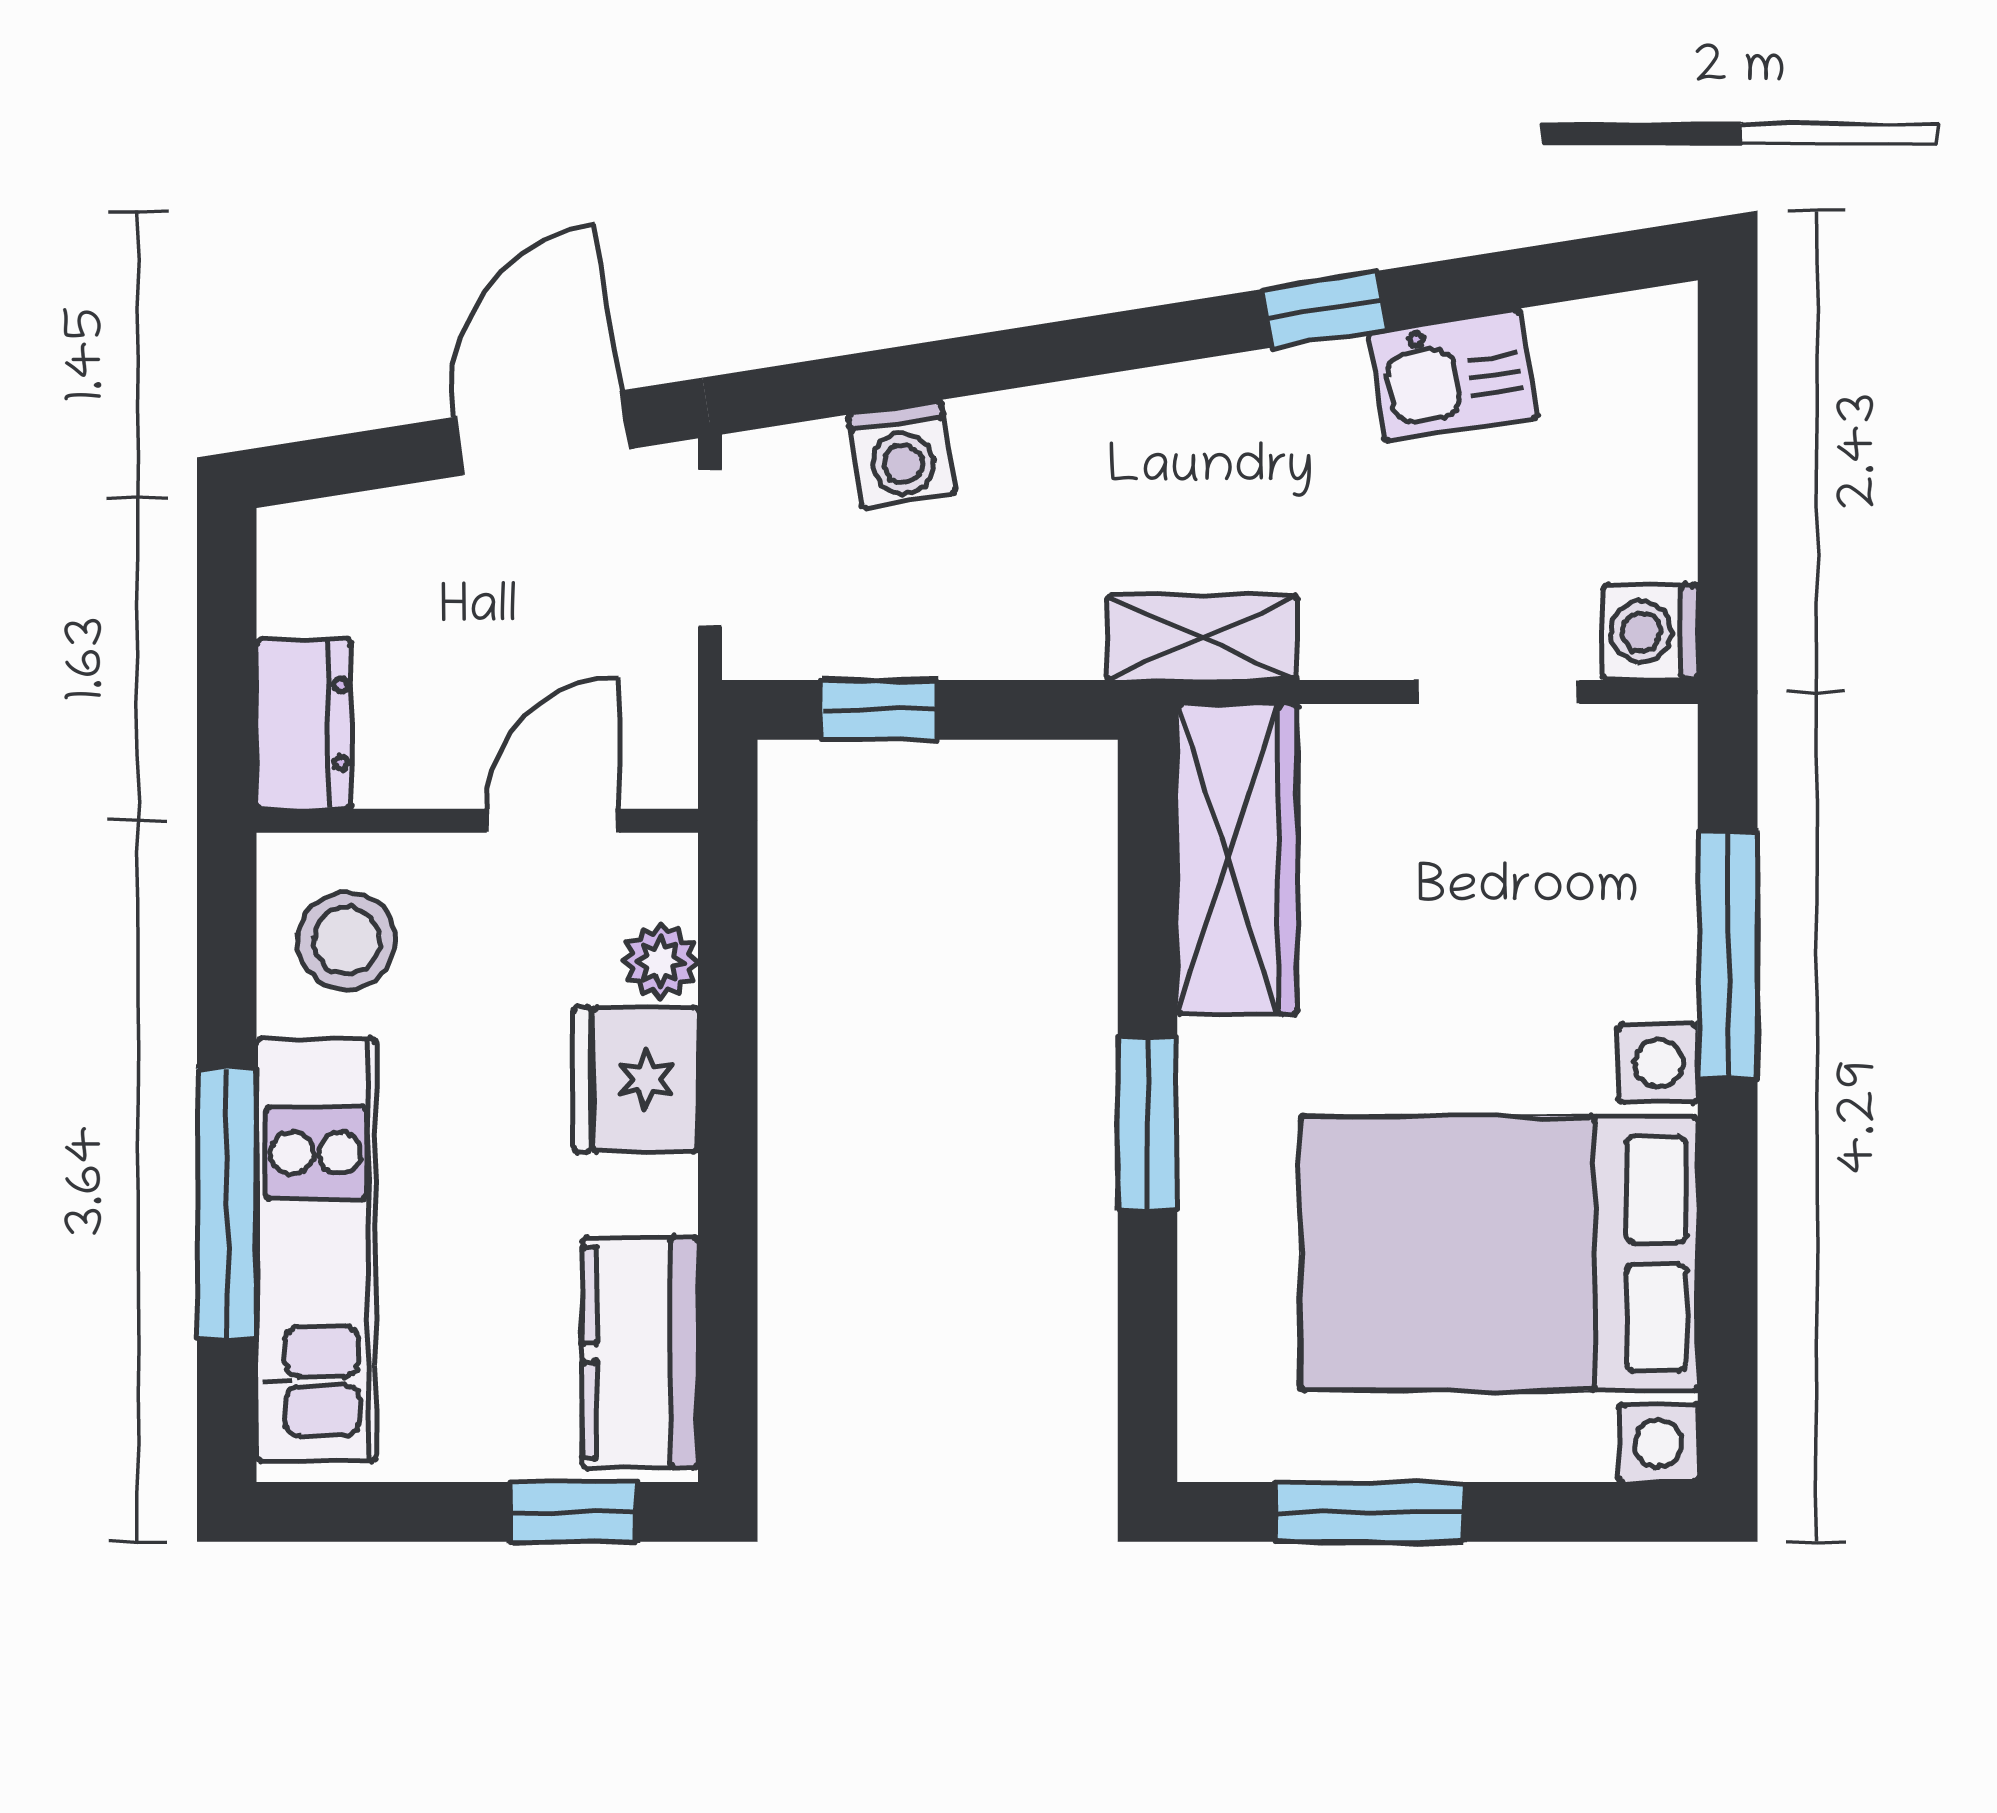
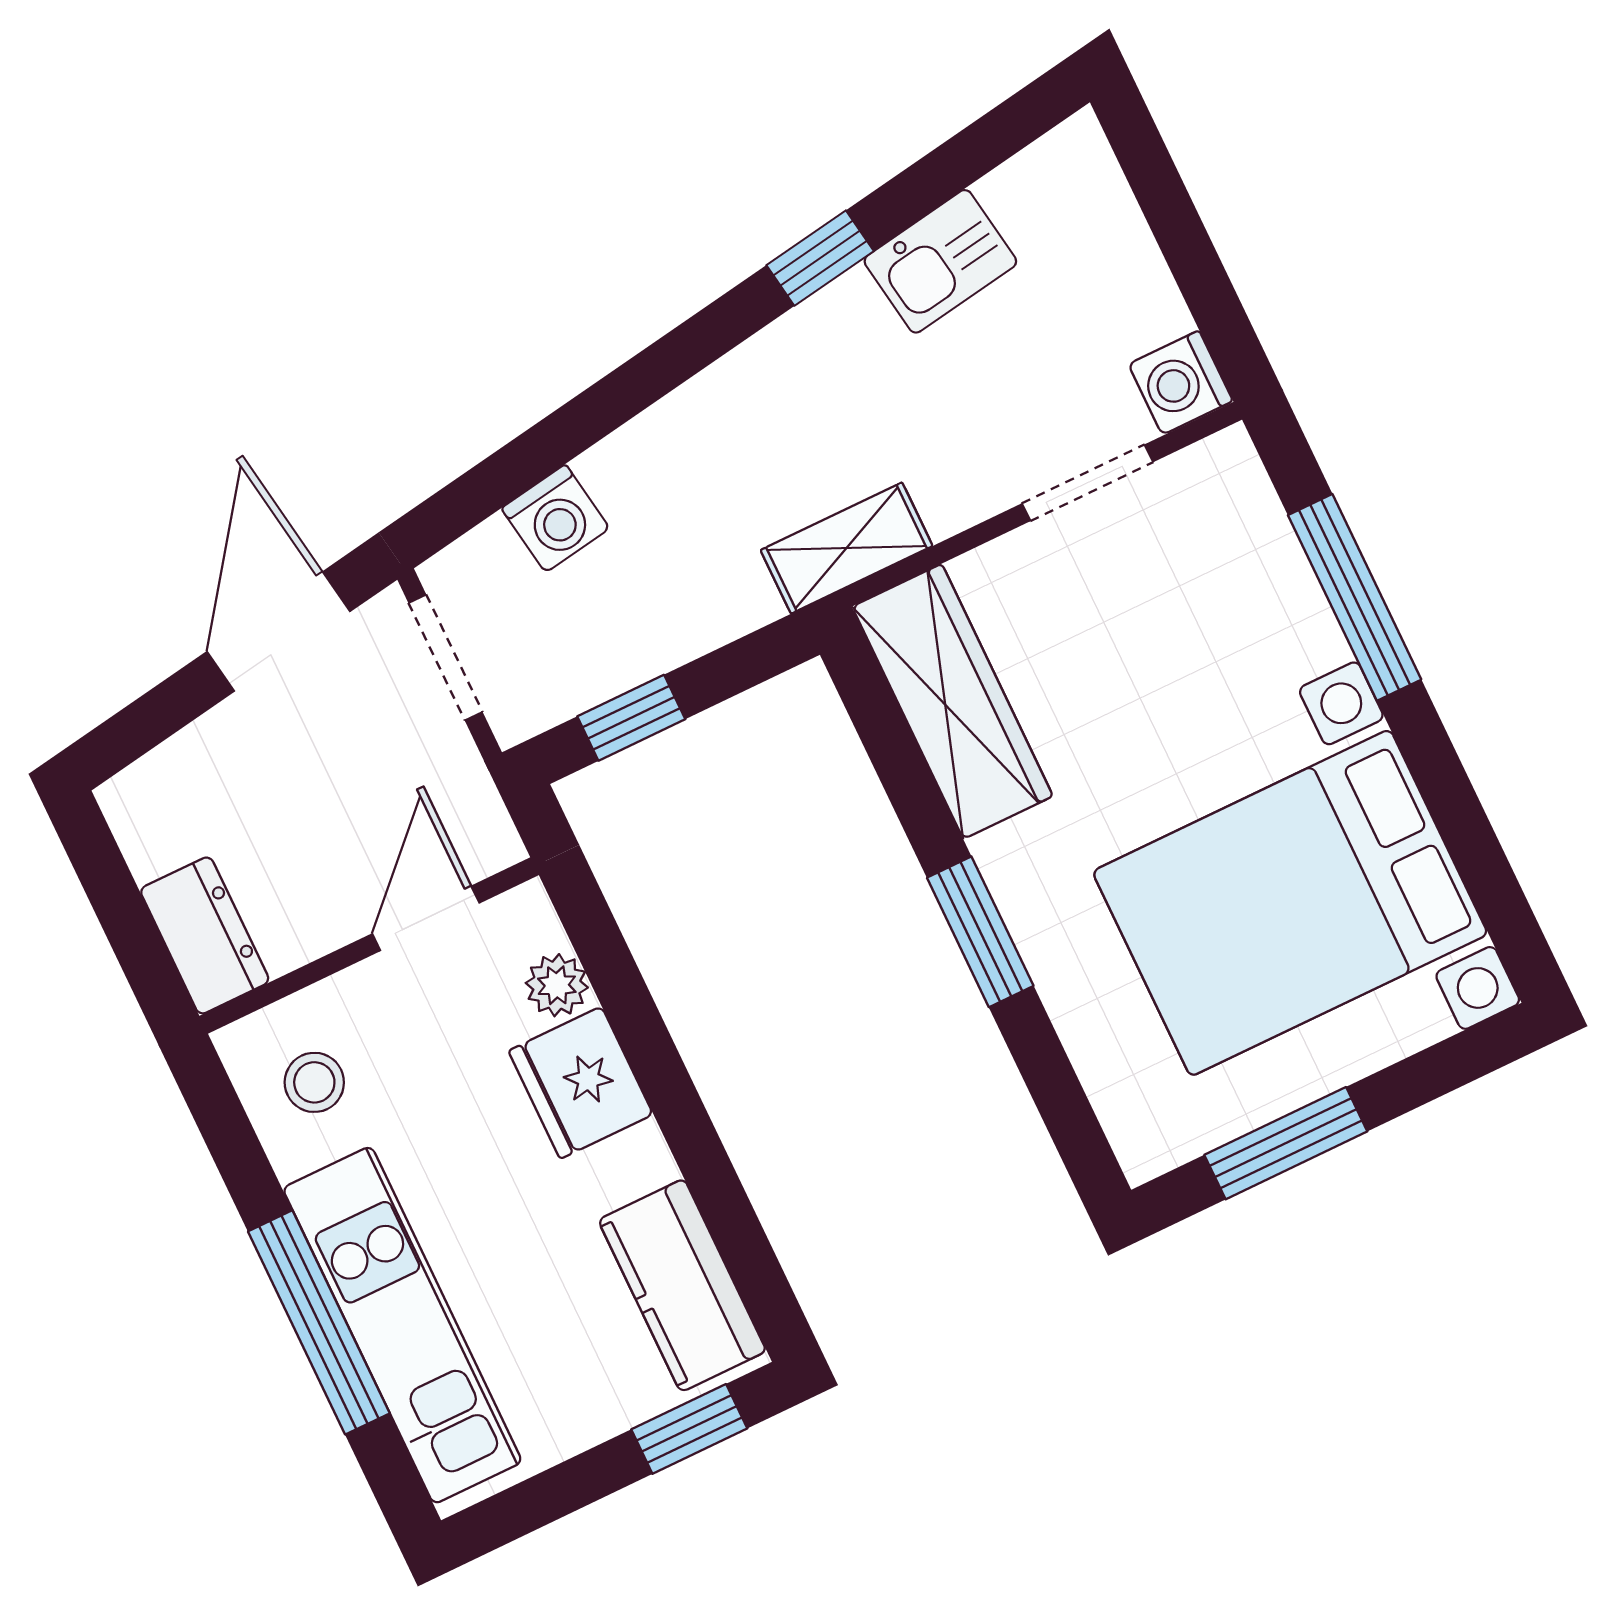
stool: (347, 941) -> (314, 1082), width x0.73, depth x0.73

